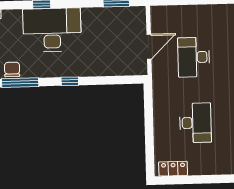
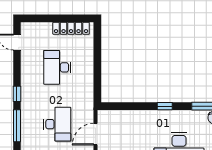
locker: (173, 169) -> (71, 28), width x1.53

